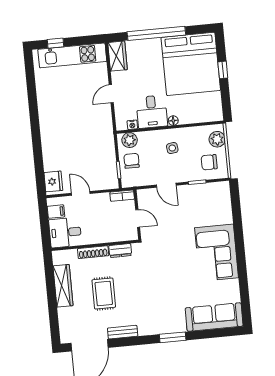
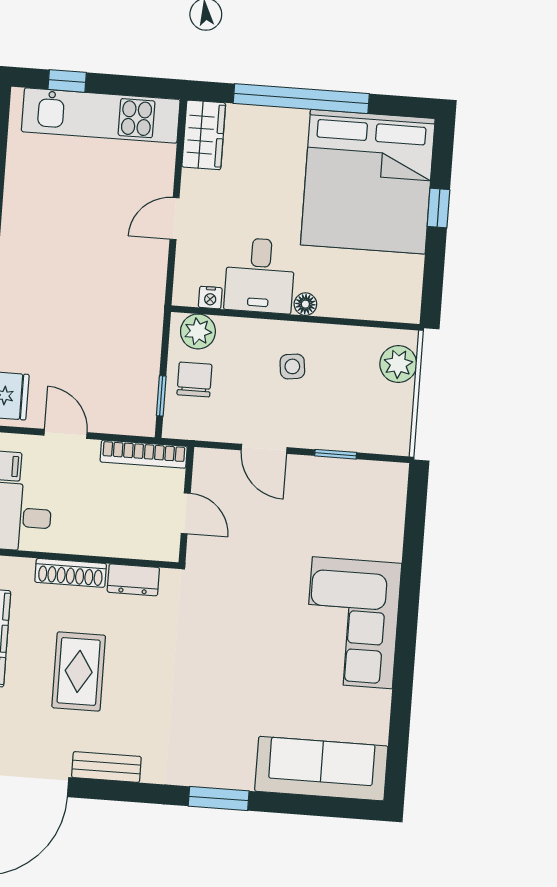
chair: (209, 162) -> (371, 413), removed
bookcase: (122, 196) -> (144, 454), width x1.56

